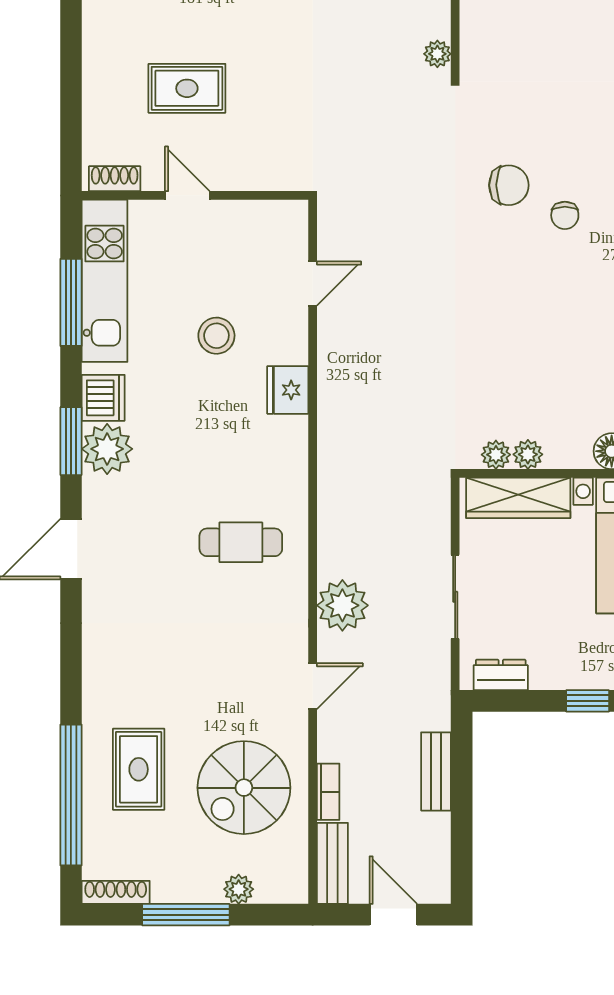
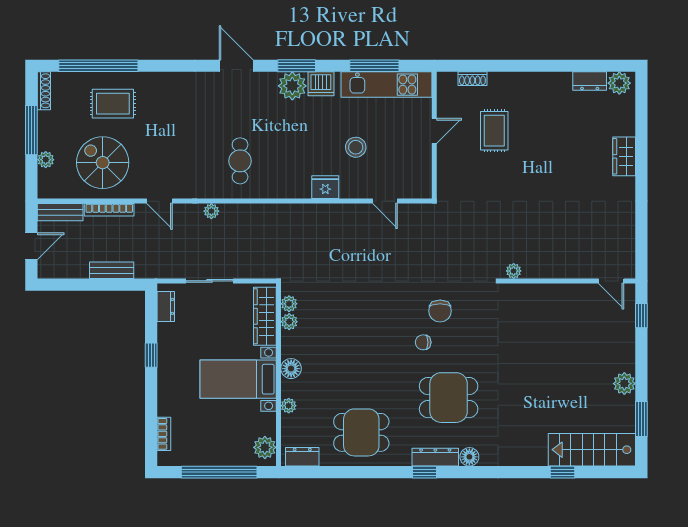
shoe rack: (115, 179) -> (472, 79), moved, turned 90
plant: (342, 605) -> (211, 211), width x0.53, depth x0.53
bookcase: (328, 792) -> (109, 210), width x1.56

